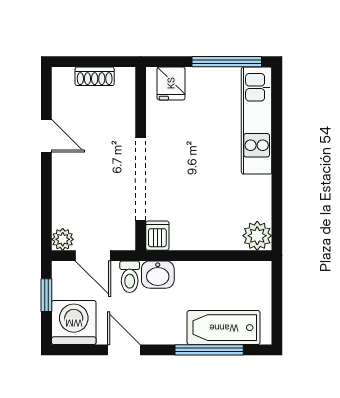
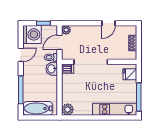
bathtub: (224, 328) -> (38, 108), moved, turned -90

